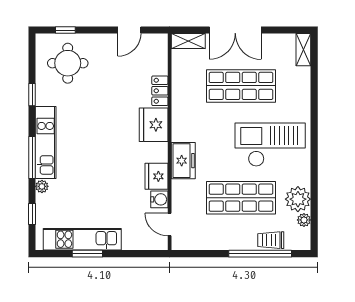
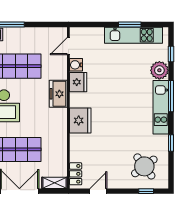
round table: (68, 63) -> (144, 166), turned -37
locker: (160, 91) -> (76, 174), moved
plant: (42, 186) -> (159, 70), width x1.88, depth x1.88
door: (170, 225) -> (68, 46), swing flipped

